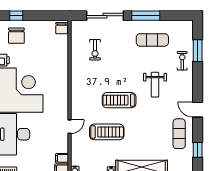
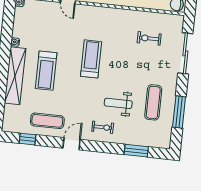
window: (146, 16) -> (179, 112), moved
exercise bike: (182, 61) -> (103, 127), moved
weight bench: (155, 85) -> (118, 103), moved
treadmill: (107, 132) -> (46, 71), moved

